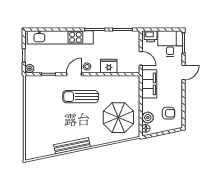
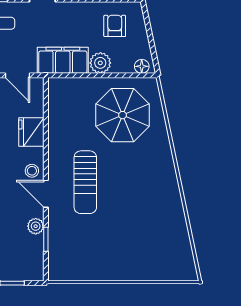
door: (141, 58) -> (17, 75), swing flipped
plant: (30, 69) -> (36, 226), moved
plant: (148, 118) -> (100, 63), moved
bench: (72, 146) -> (173, 197), removed

